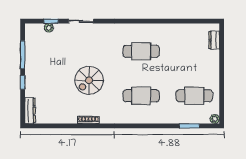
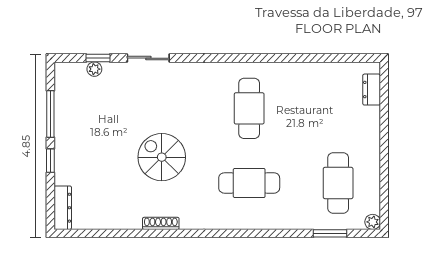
cafe table: (141, 51) -> (249, 108), turned 90
spiral stairs: (89, 80) -> (162, 157), turned 90
cafe table: (194, 96) -> (338, 183), turned 90

